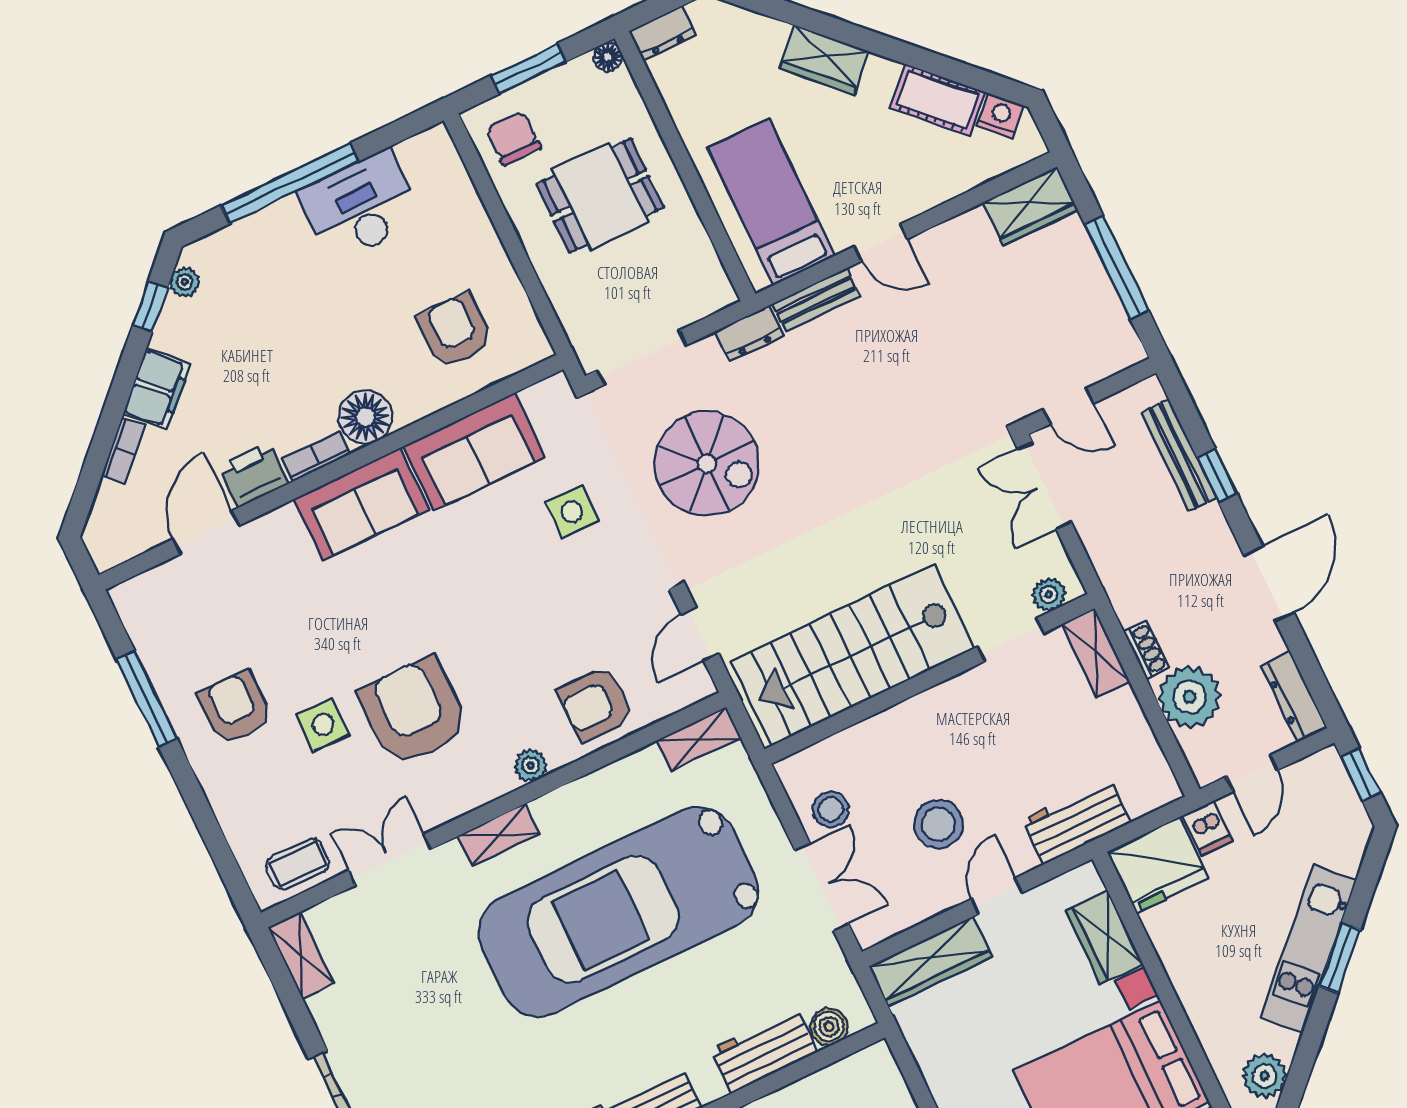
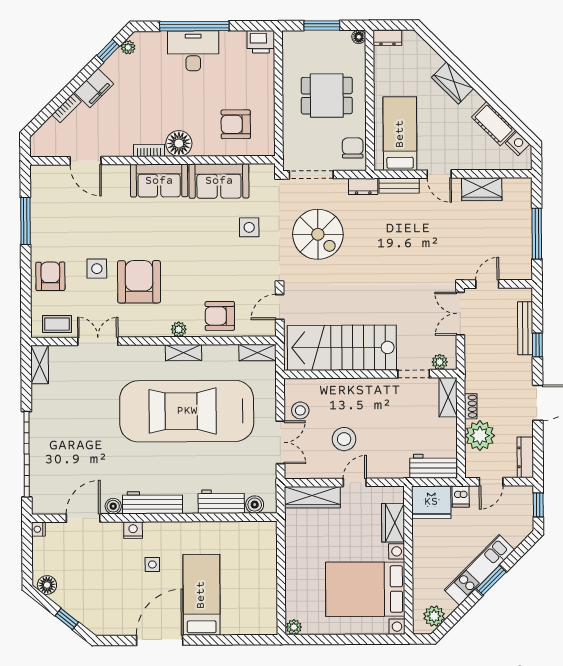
chair: (514, 138) -> (353, 148), moved
desk: (360, 206) -> (193, 51), moved
wardrobe: (1030, 206) -> (482, 189), moved
armchair: (455, 331) -> (236, 124), turned -90
door: (1069, 406) -> (487, 284), swing flipped
printer: (254, 474) -> (261, 42), moved, turned 180
door: (206, 532) -> (86, 161), swing flipped
armchair: (235, 707) -> (50, 276), moved
workbench: (1076, 821) -> (433, 466), moved
shelving: (499, 835) -> (184, 353), moved

